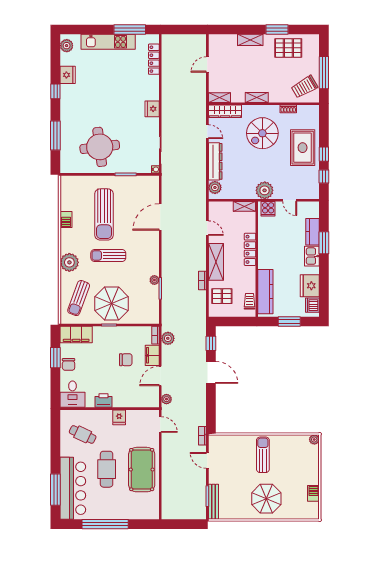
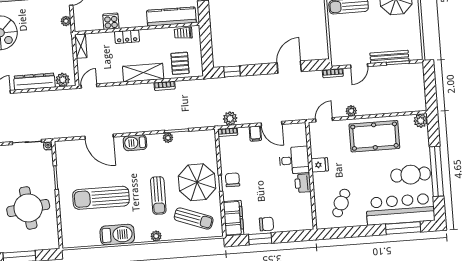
plant: (265, 190) -> (66, 21), width x0.53, depth x0.53
cooker: (268, 209) -> (111, 21), moved, turned -90
sun lounger: (104, 214) -> (101, 198), turned 180
barbecue: (66, 220) -> (117, 235), width x1.88, depth x1.53
door: (207, 228) -> (89, 86), moved
barbecue: (152, 249) -> (135, 143), added
locker: (250, 249) -> (127, 37), width x0.66
sun lounger: (108, 255) -> (158, 195), moved
plant: (69, 262) -> (156, 236), width x0.53, depth x0.53
filing cabinet: (152, 355) -> (255, 134), width x0.50
chair: (126, 360) -> (233, 180), moved
door: (211, 372) -> (289, 67), moved
desk: (72, 394) -> (294, 160), moved
plant: (166, 399) -> (351, 111), moved
cafe table: (107, 469) -> (411, 175), moved
bench: (213, 502) -> (389, 57), moved
plant: (153, 513) -> (421, 121), added

